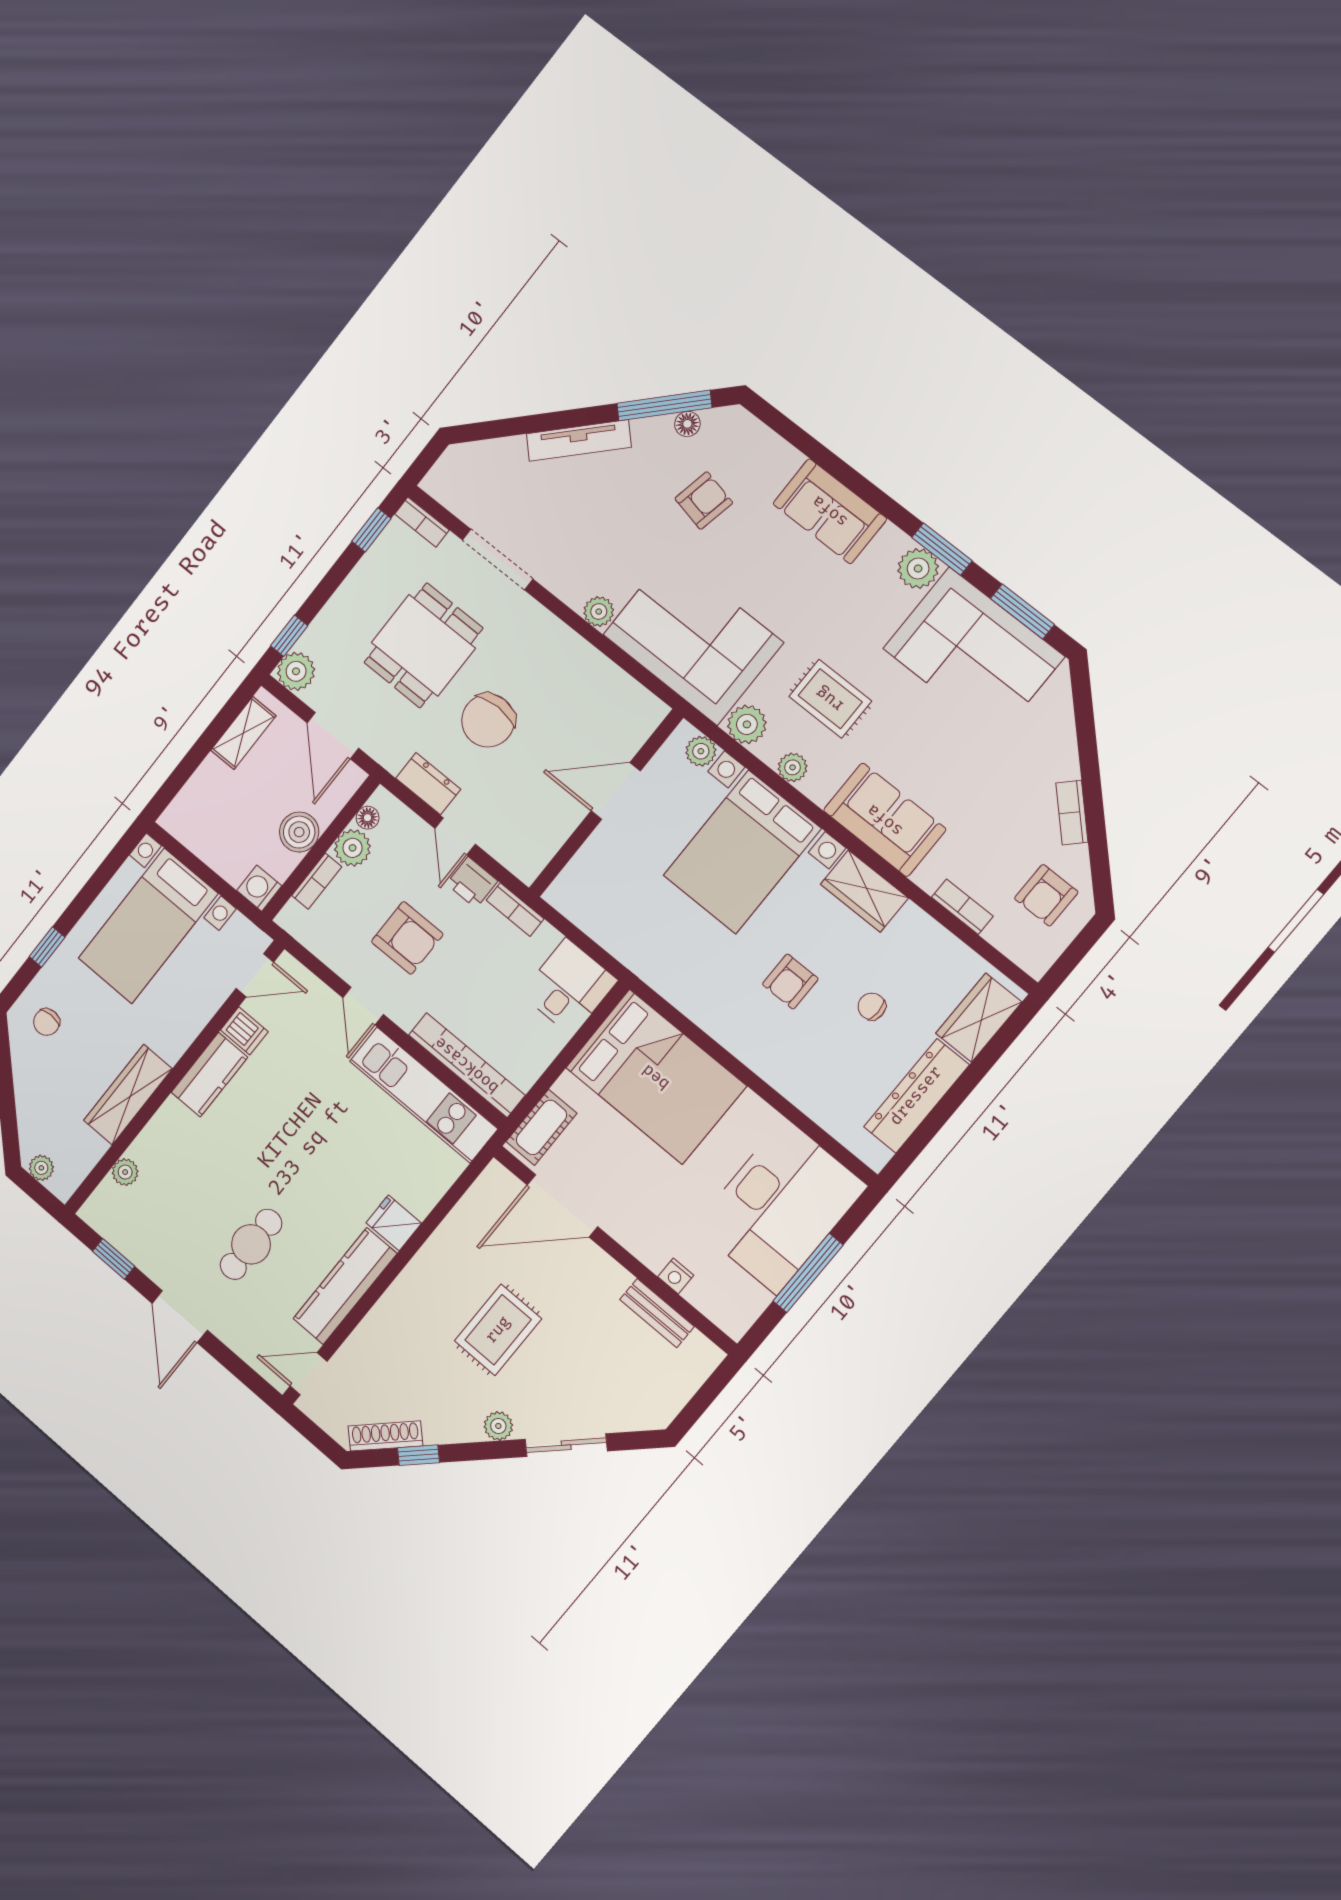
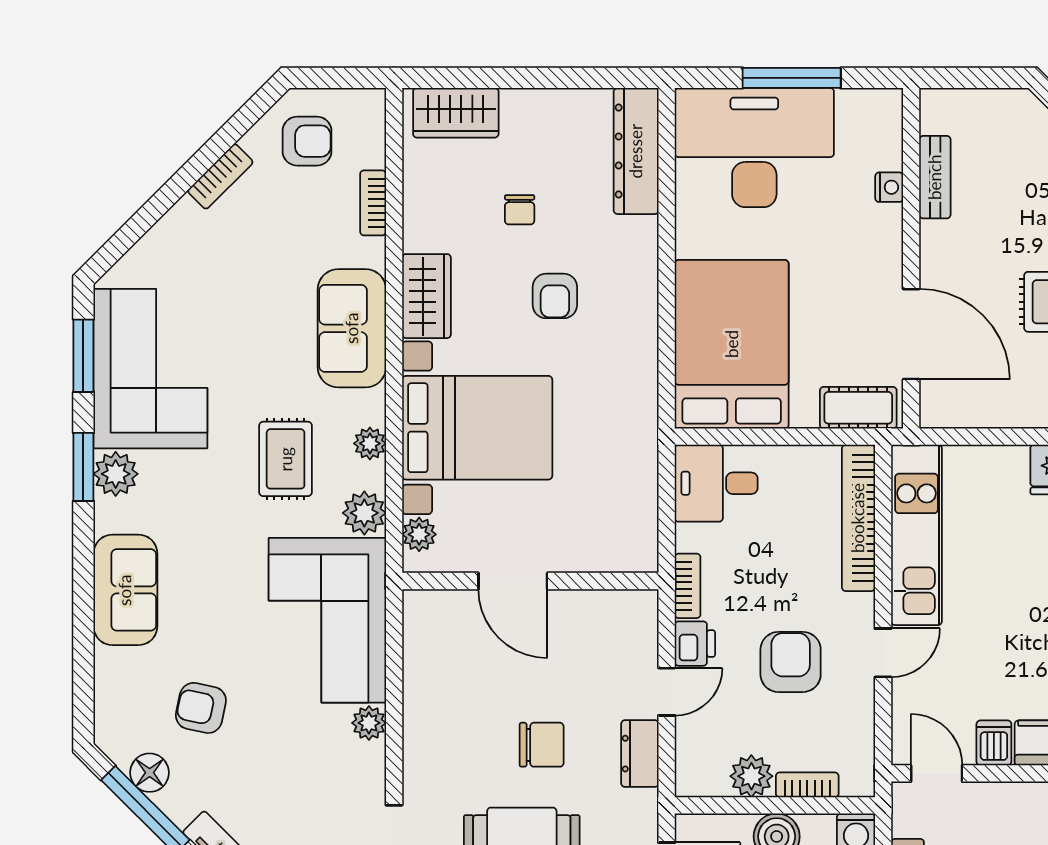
floor lamp: (687, 424) -> (150, 773), width x1.37, depth x1.37
chair: (488, 720) -> (542, 745), width x0.73, depth x0.73
floor lamp: (368, 818) -> (714, 784), removed
armchair: (790, 982) -> (555, 296), turned 90
dresser: (916, 1096) -> (636, 151), moved, turned 90

